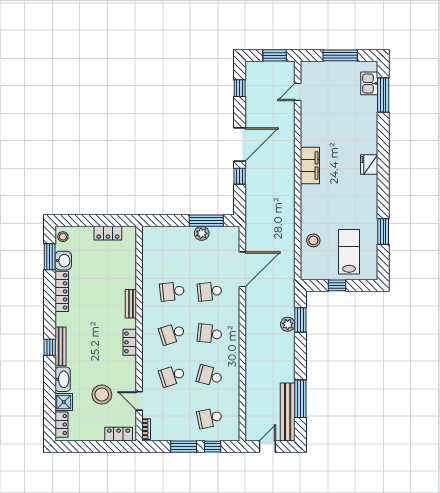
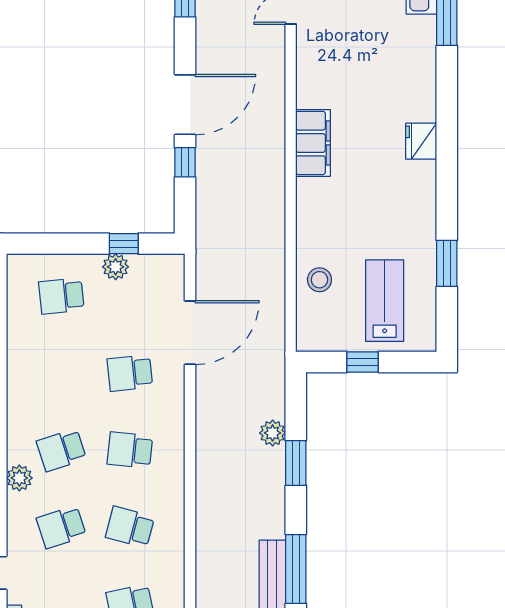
window: (206, 221) -> (124, 244), width x0.46
school desk: (172, 291) -> (61, 296), moved
window: (300, 320) -> (296, 463), moved
plant: (149, 349) -> (19, 478), added

